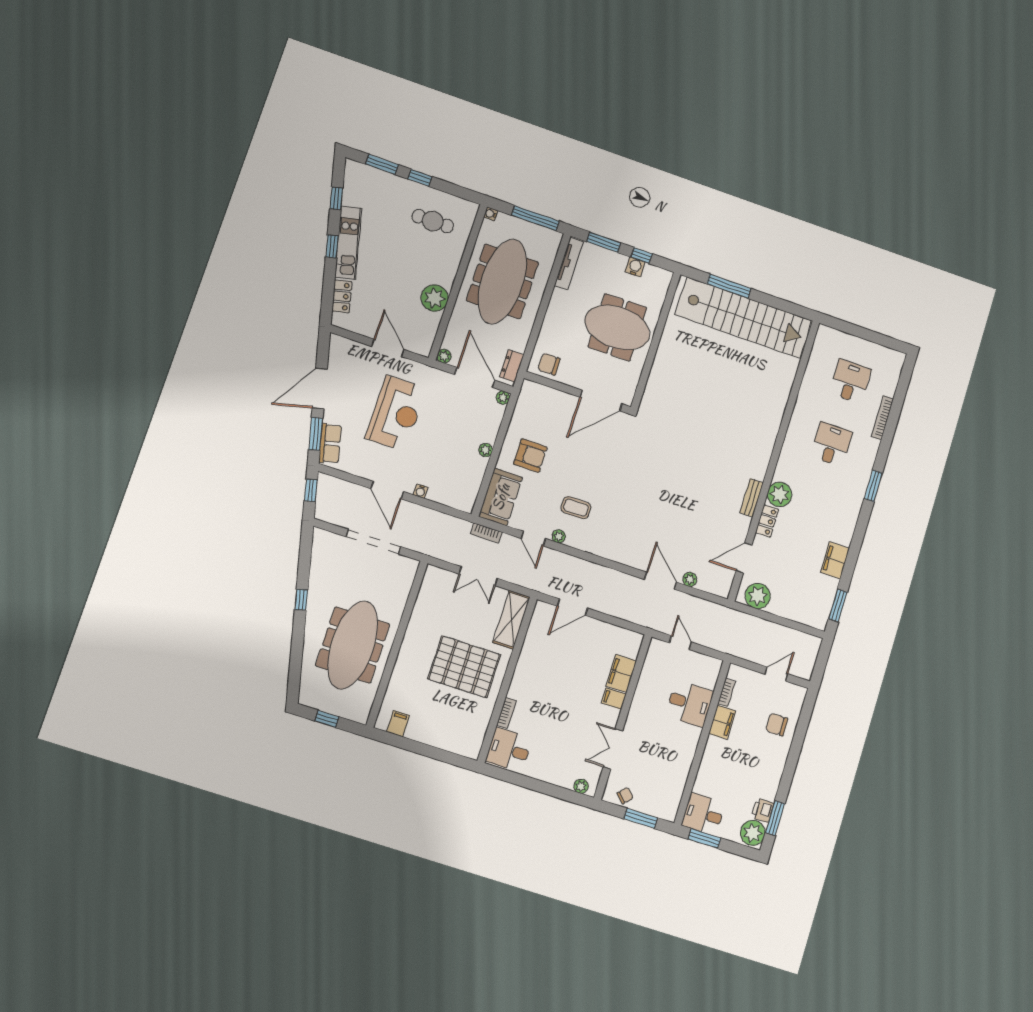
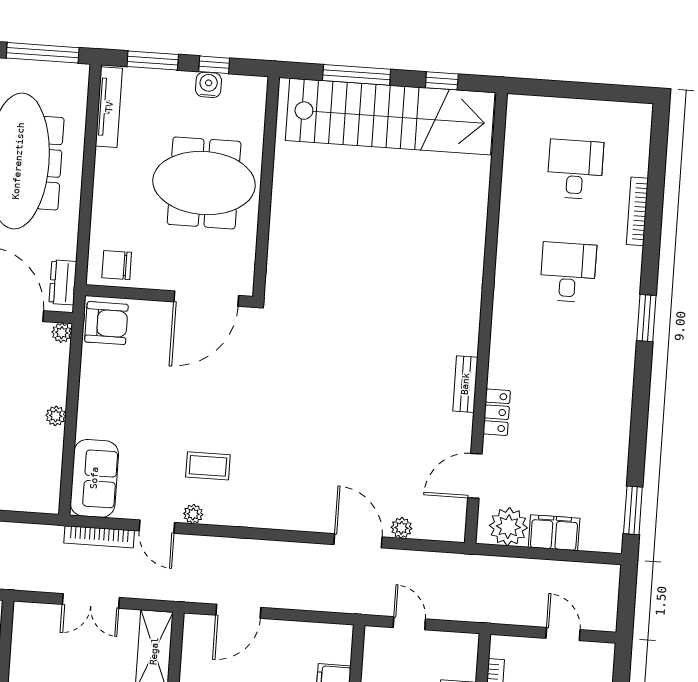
window: (781, 304) -> (442, 81), added
armchair: (530, 456) -> (106, 323), moved
plant: (780, 494) -> (506, 368), removed
bookcase: (486, 533) -> (99, 537), width x1.56
filing cabinet: (835, 560) -> (554, 533), moved, turned 90
door: (776, 674) -> (563, 634), hinge flipped

